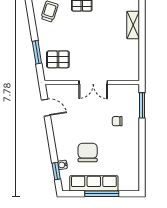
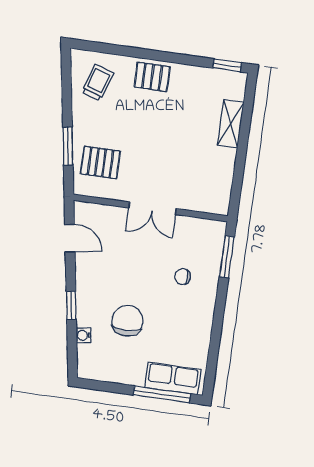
window: (56, 171) -> (71, 305), moved
row of seats: (94, 183) -> (173, 378), moved, width x0.68
window: (102, 194) -> (162, 394), moved

